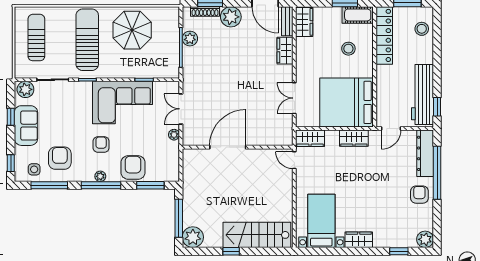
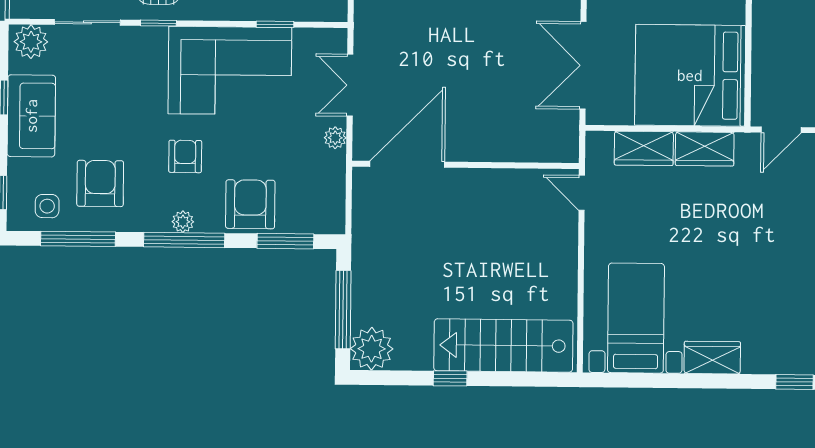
double door: (294, 98) -> (583, 65), width x1.37
wardrobe: (310, 138) -> (644, 148), moved
door: (228, 147) -> (407, 164), moved

